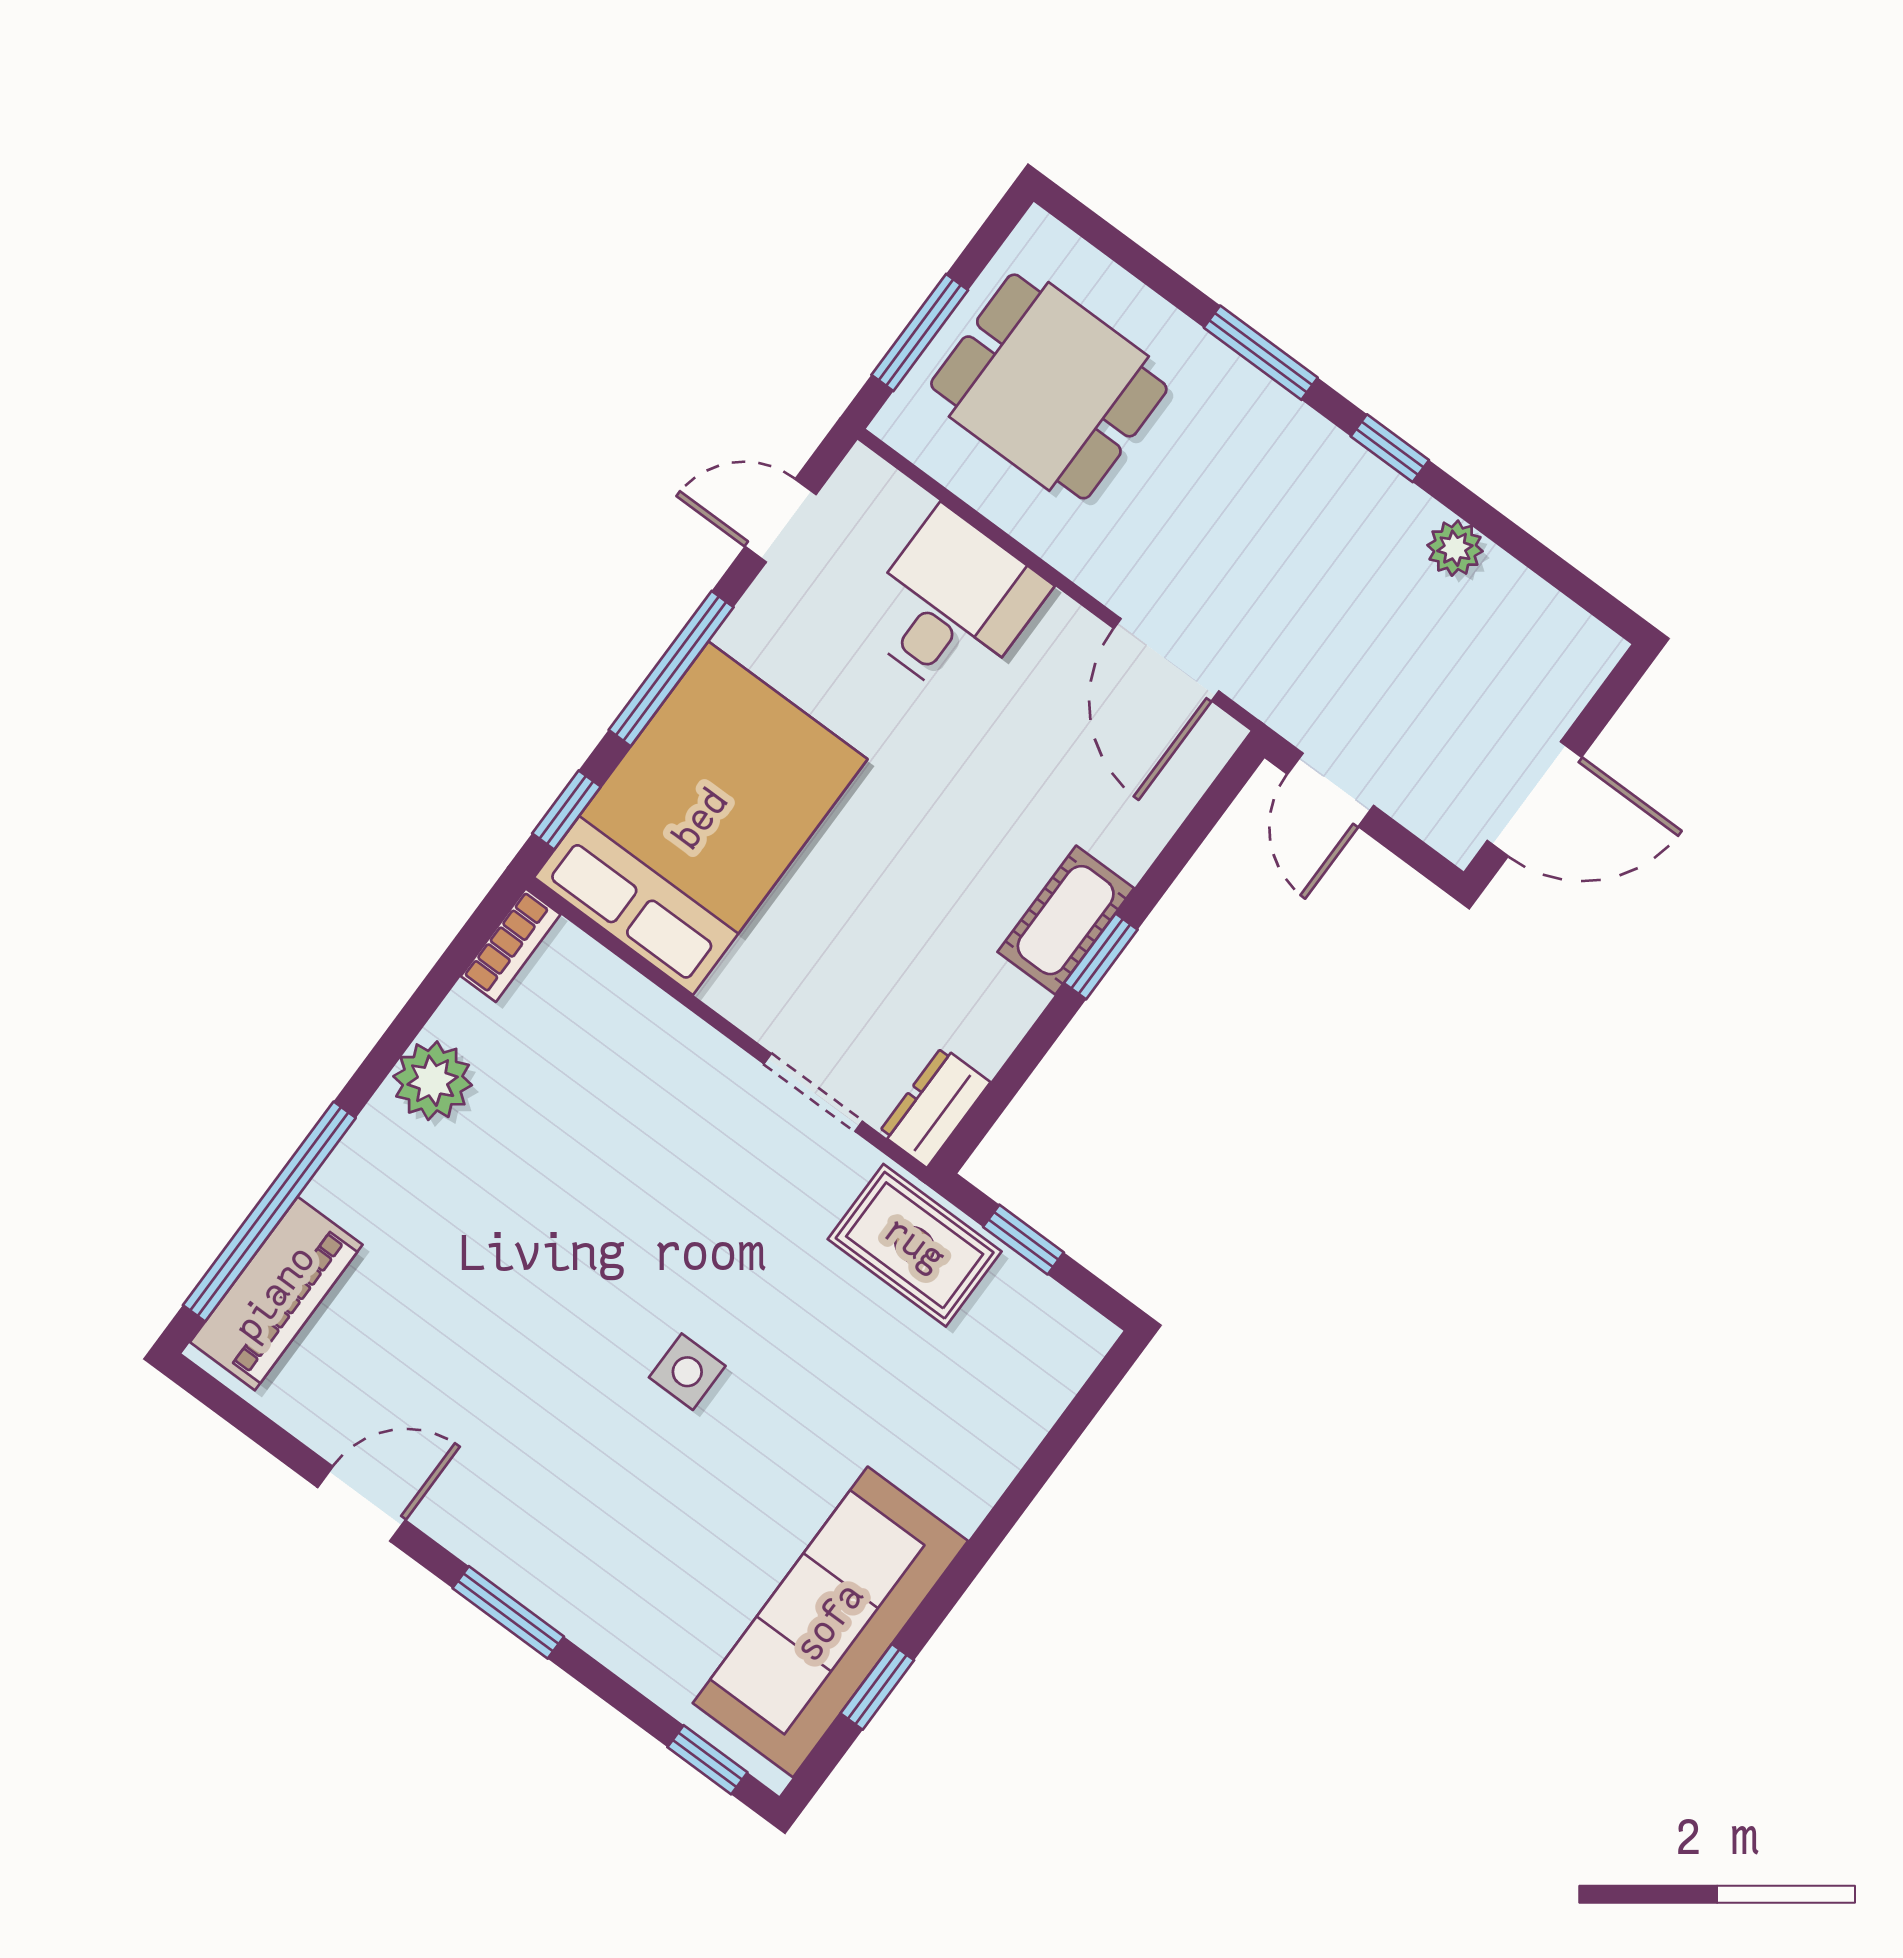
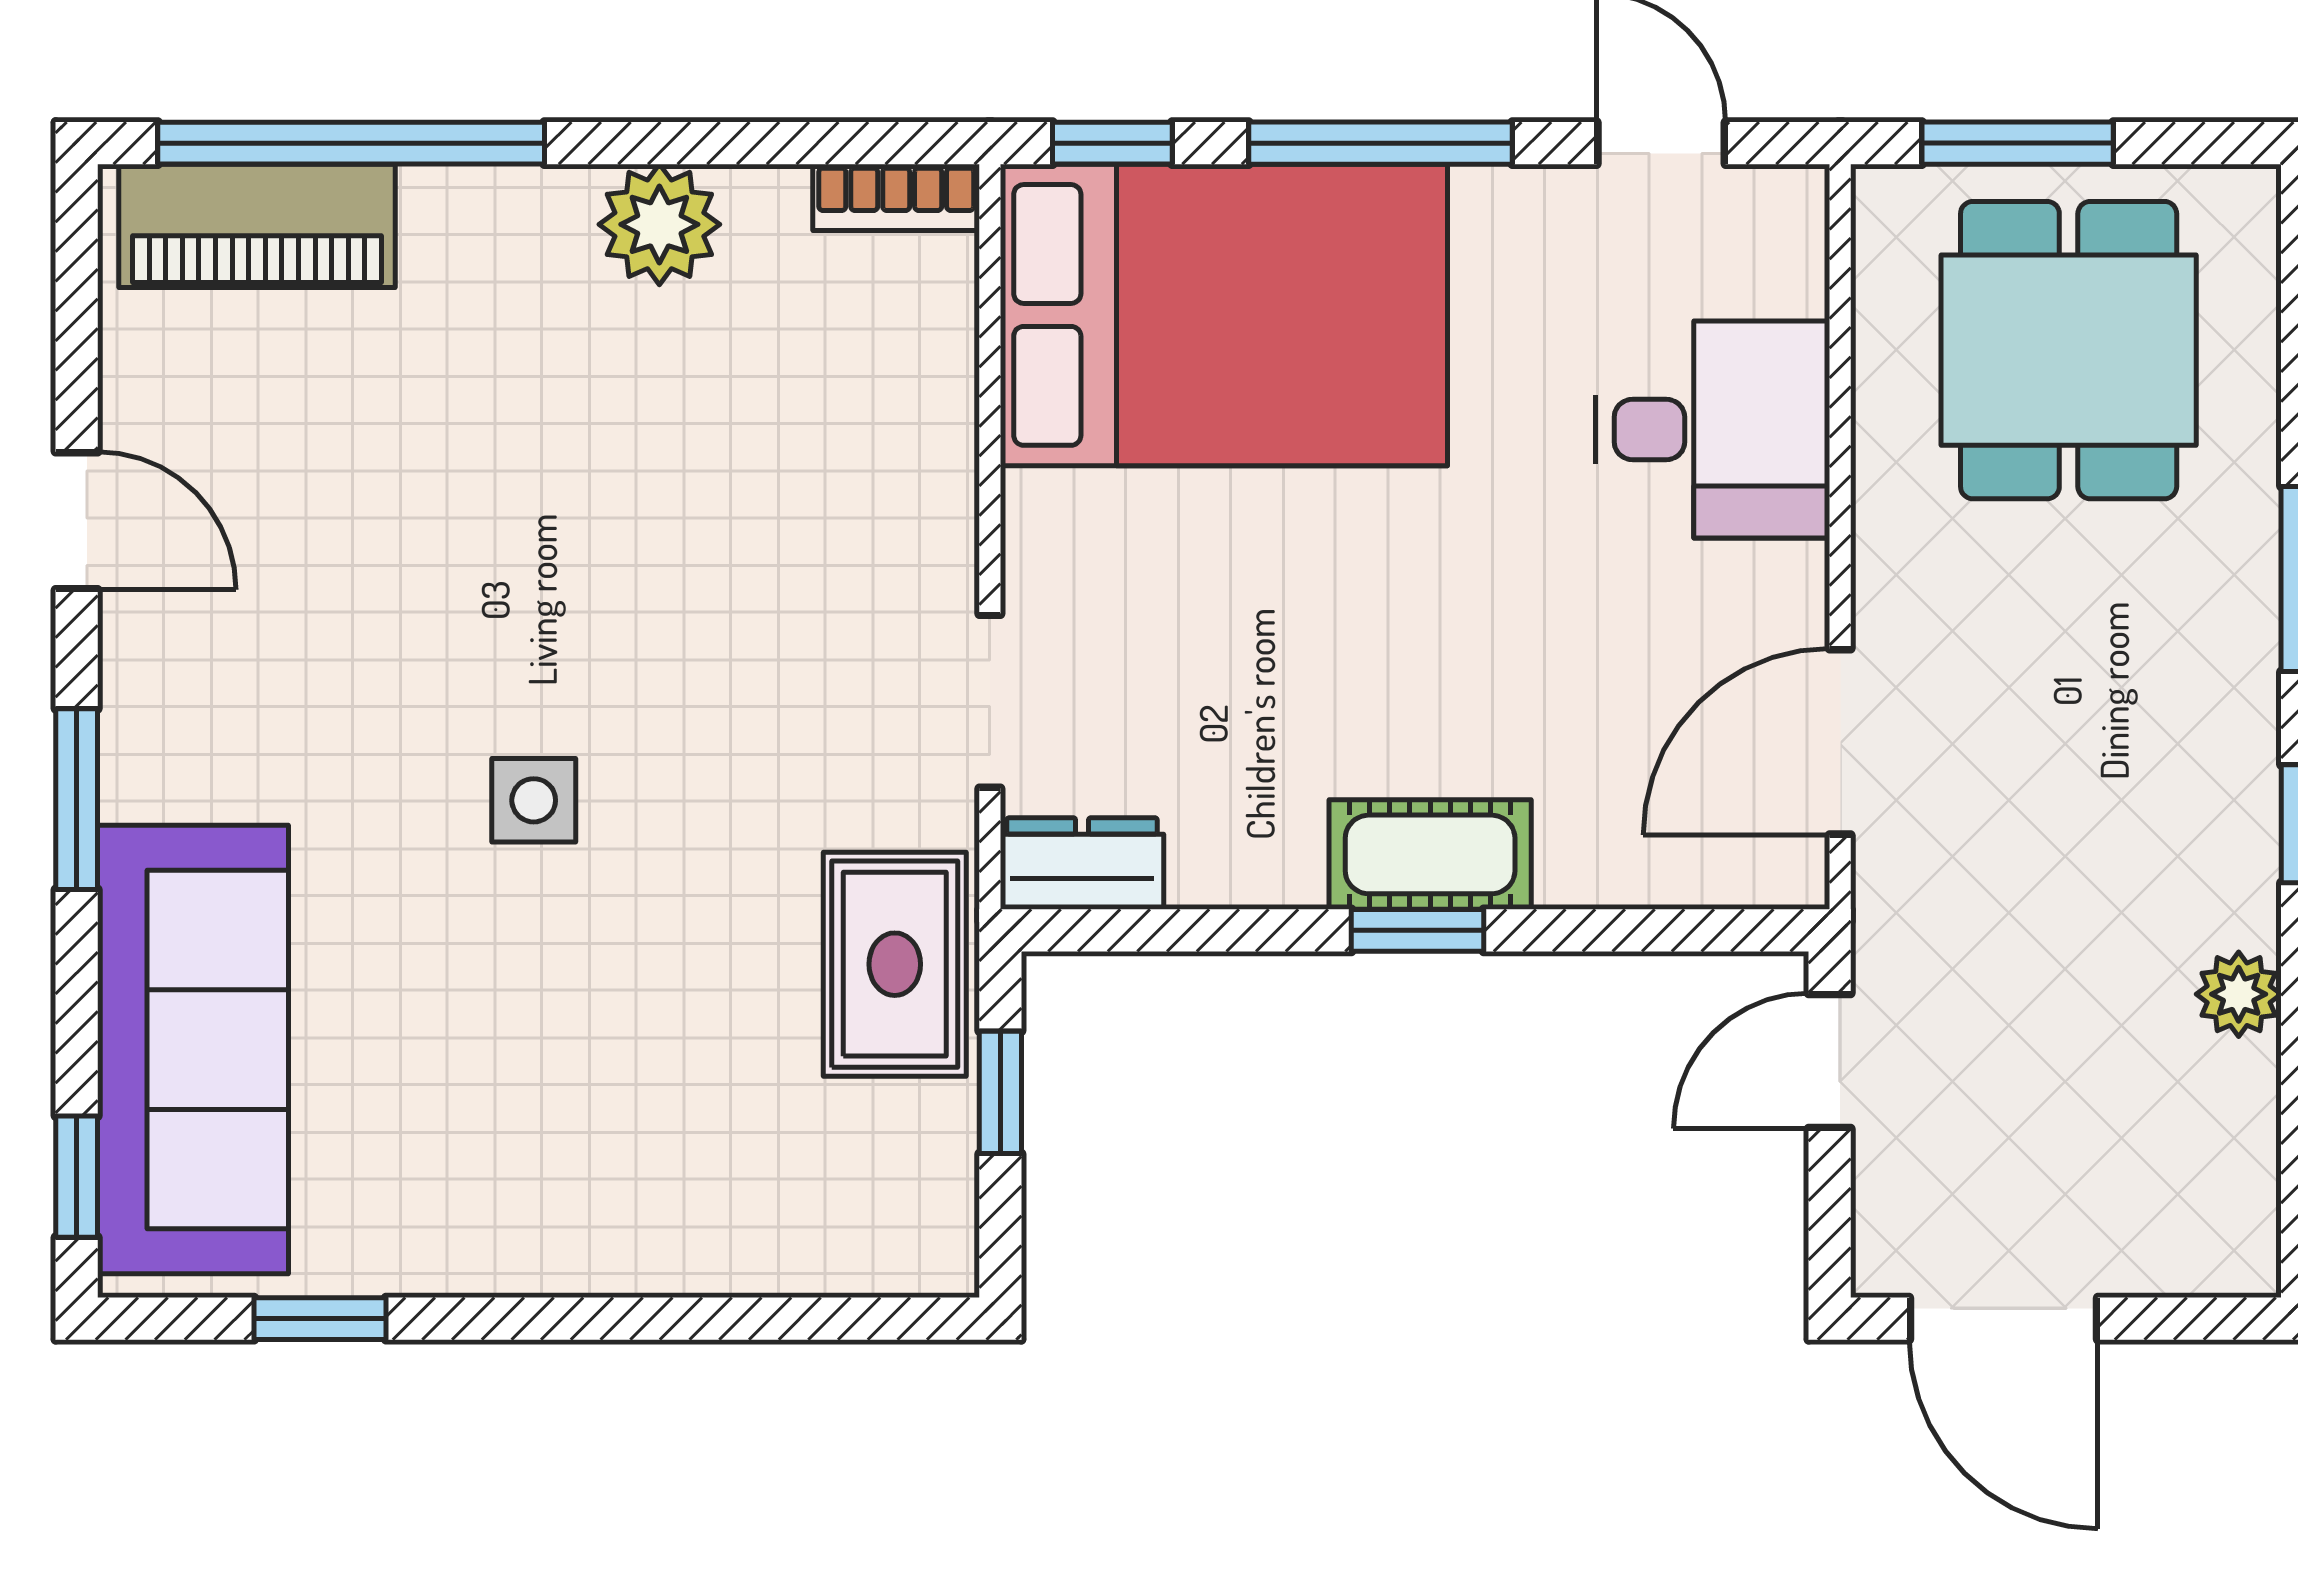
sofa: (830, 1622) -> (193, 1050), moved, turned 90

